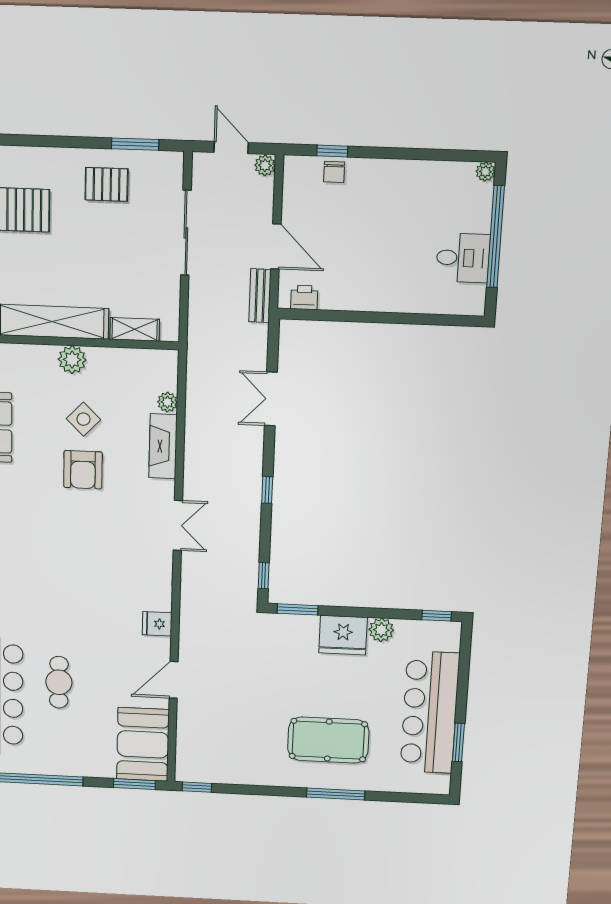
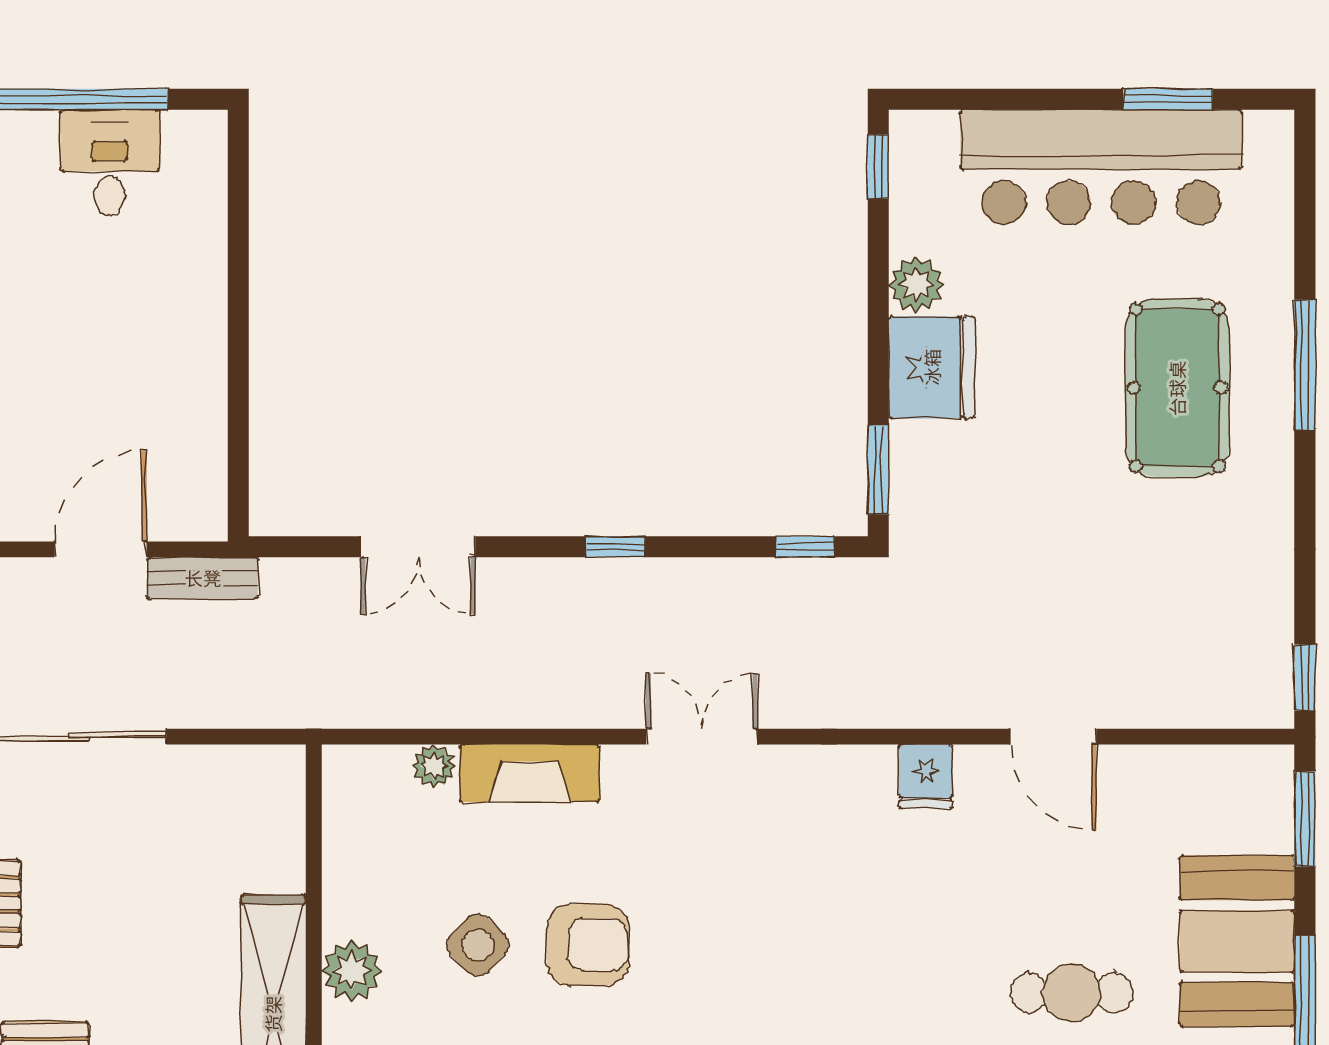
printer: (304, 298) -> (203, 486), removed
shelving: (135, 329) -> (283, 839), removed
booth: (143, 744) -> (1237, 941), moved, turned 90

